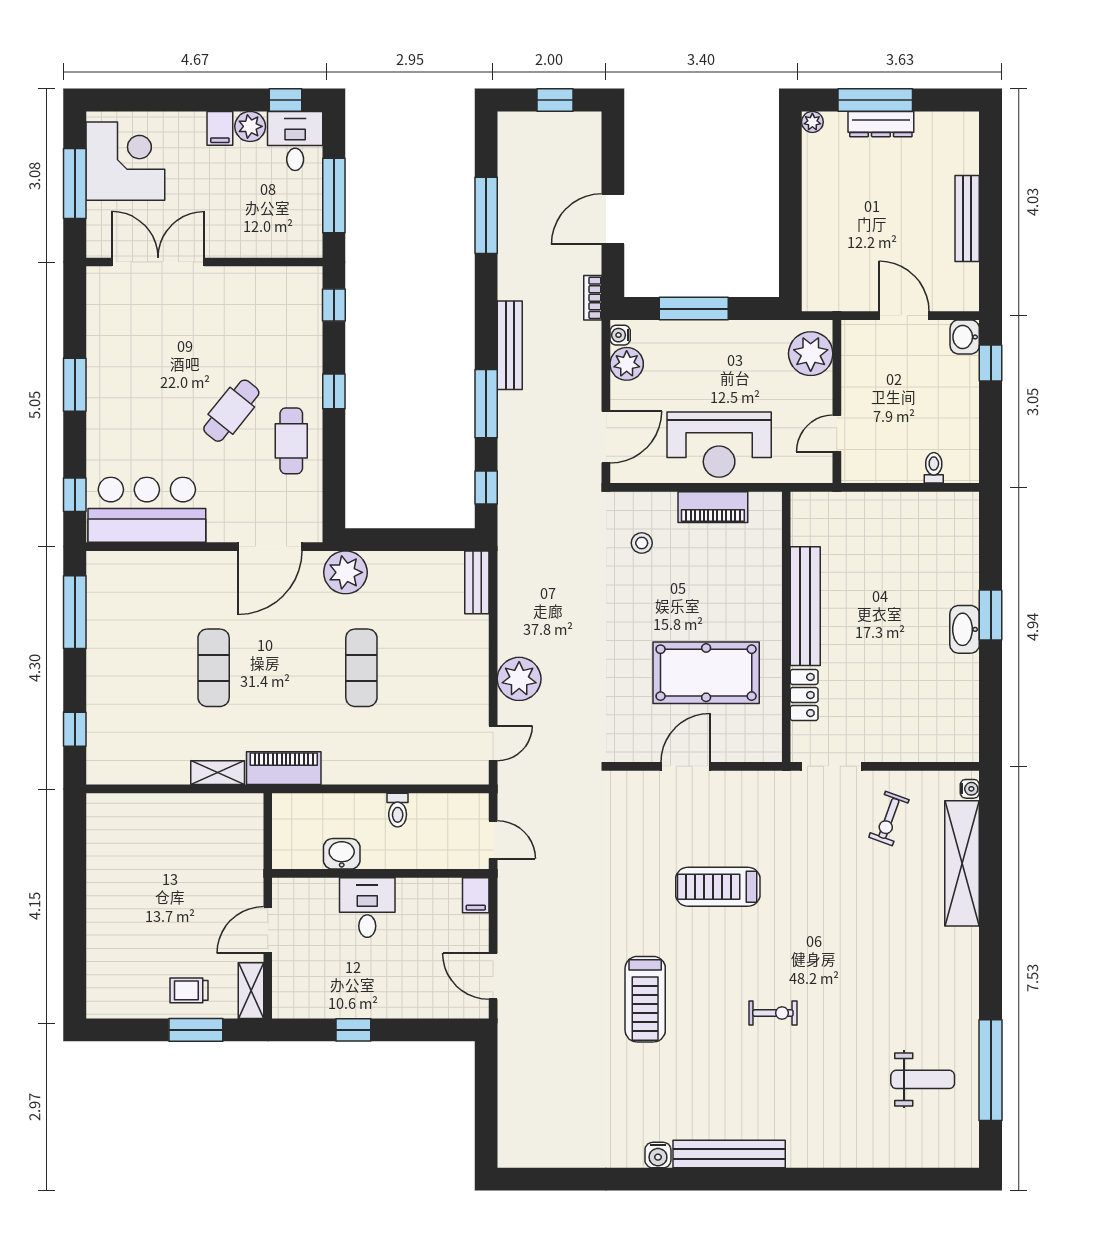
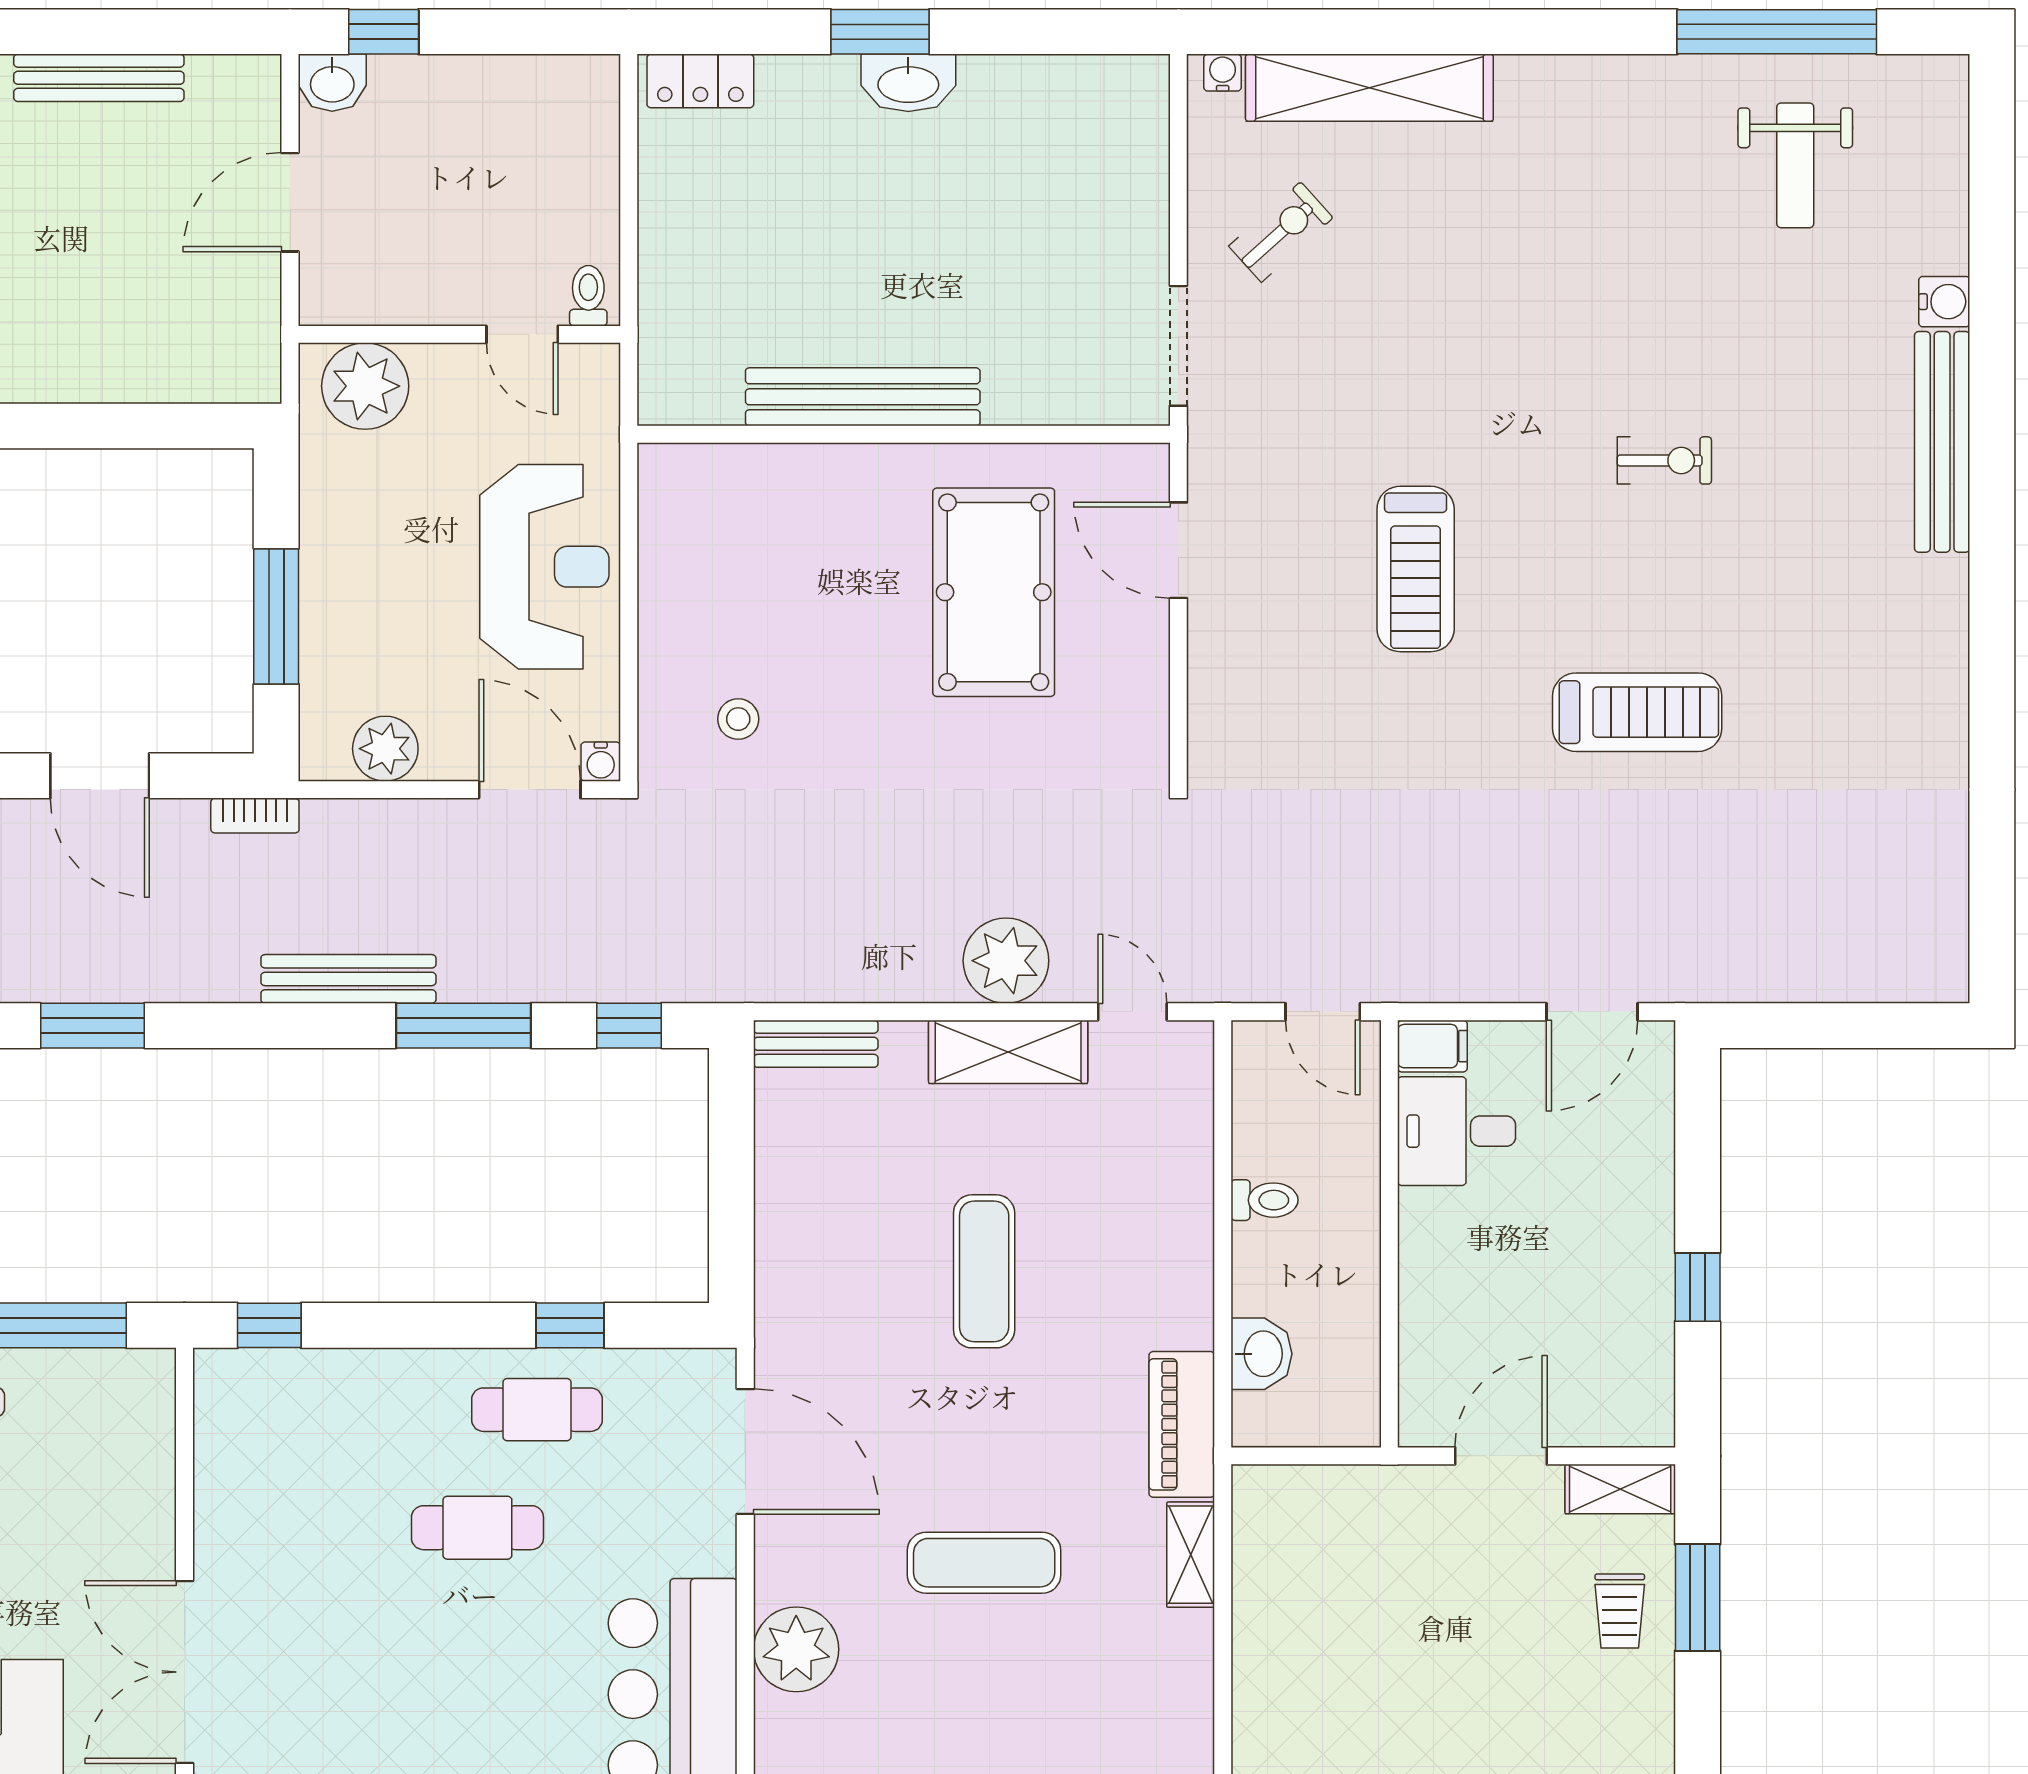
window: (486, 215) -> (92, 1026), width x0.69
water cooler: (620, 335) -> (601, 762), moved
window: (334, 391) -> (570, 1325), moved
cafe table: (231, 411) -> (477, 1528), turned -39
toilet: (934, 468) -> (588, 296), moved, turned 90
piano: (713, 507) -> (668, 579), removed
plant: (345, 572) -> (796, 1649), moved
exercise mat: (361, 668) -> (984, 1271), turned 90
shelving: (473, 680) -> (1008, 1052), added
locker: (804, 695) -> (700, 81), moved, turned 180
door: (685, 766) -> (1178, 550), moved
exercise bike: (889, 818) -> (1281, 232), turned -62
door: (493, 840) -> (1323, 1012), swing flipped
washbasin: (342, 854) -> (1261, 1354), moved, turned 180
desk: (367, 908) -> (1457, 1131), moved
door: (268, 930) -> (1501, 1456), swing flipped
exercise bike: (773, 1013) -> (1664, 460), turned 90
weight bench: (923, 1079) -> (1795, 165), turned 180
bench: (729, 1154) -> (1942, 442), moved
water cooler: (658, 1155) -> (1944, 302), moved

